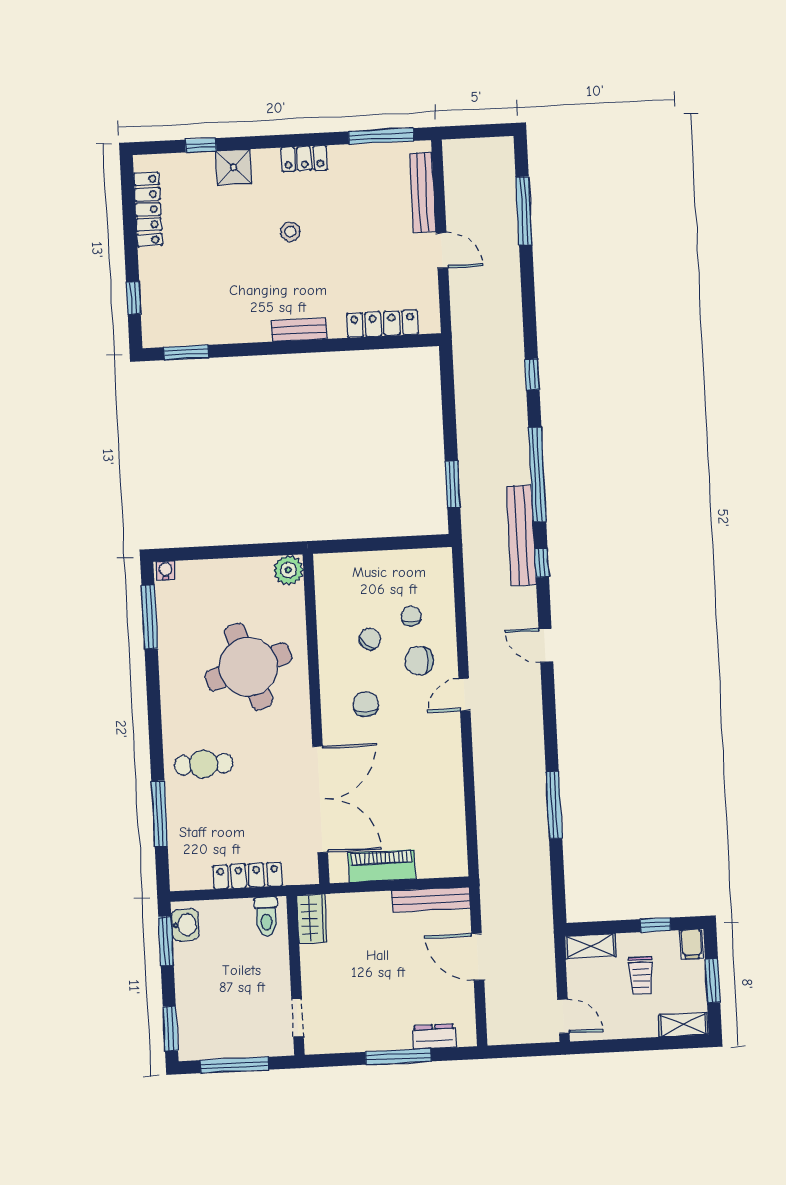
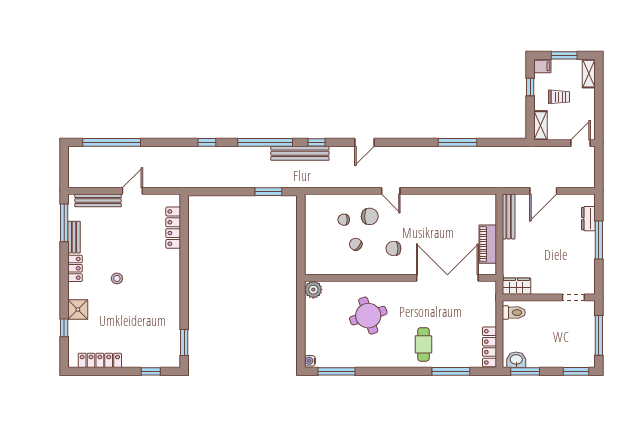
window: (524, 211) -> (112, 142), width x1.46
bench: (299, 330) -> (74, 237), moved
chair: (419, 661) -> (370, 216), turned -90
round table: (248, 667) -> (368, 316), width x0.73, depth x0.73
locker: (248, 876) -> (489, 347), moved

